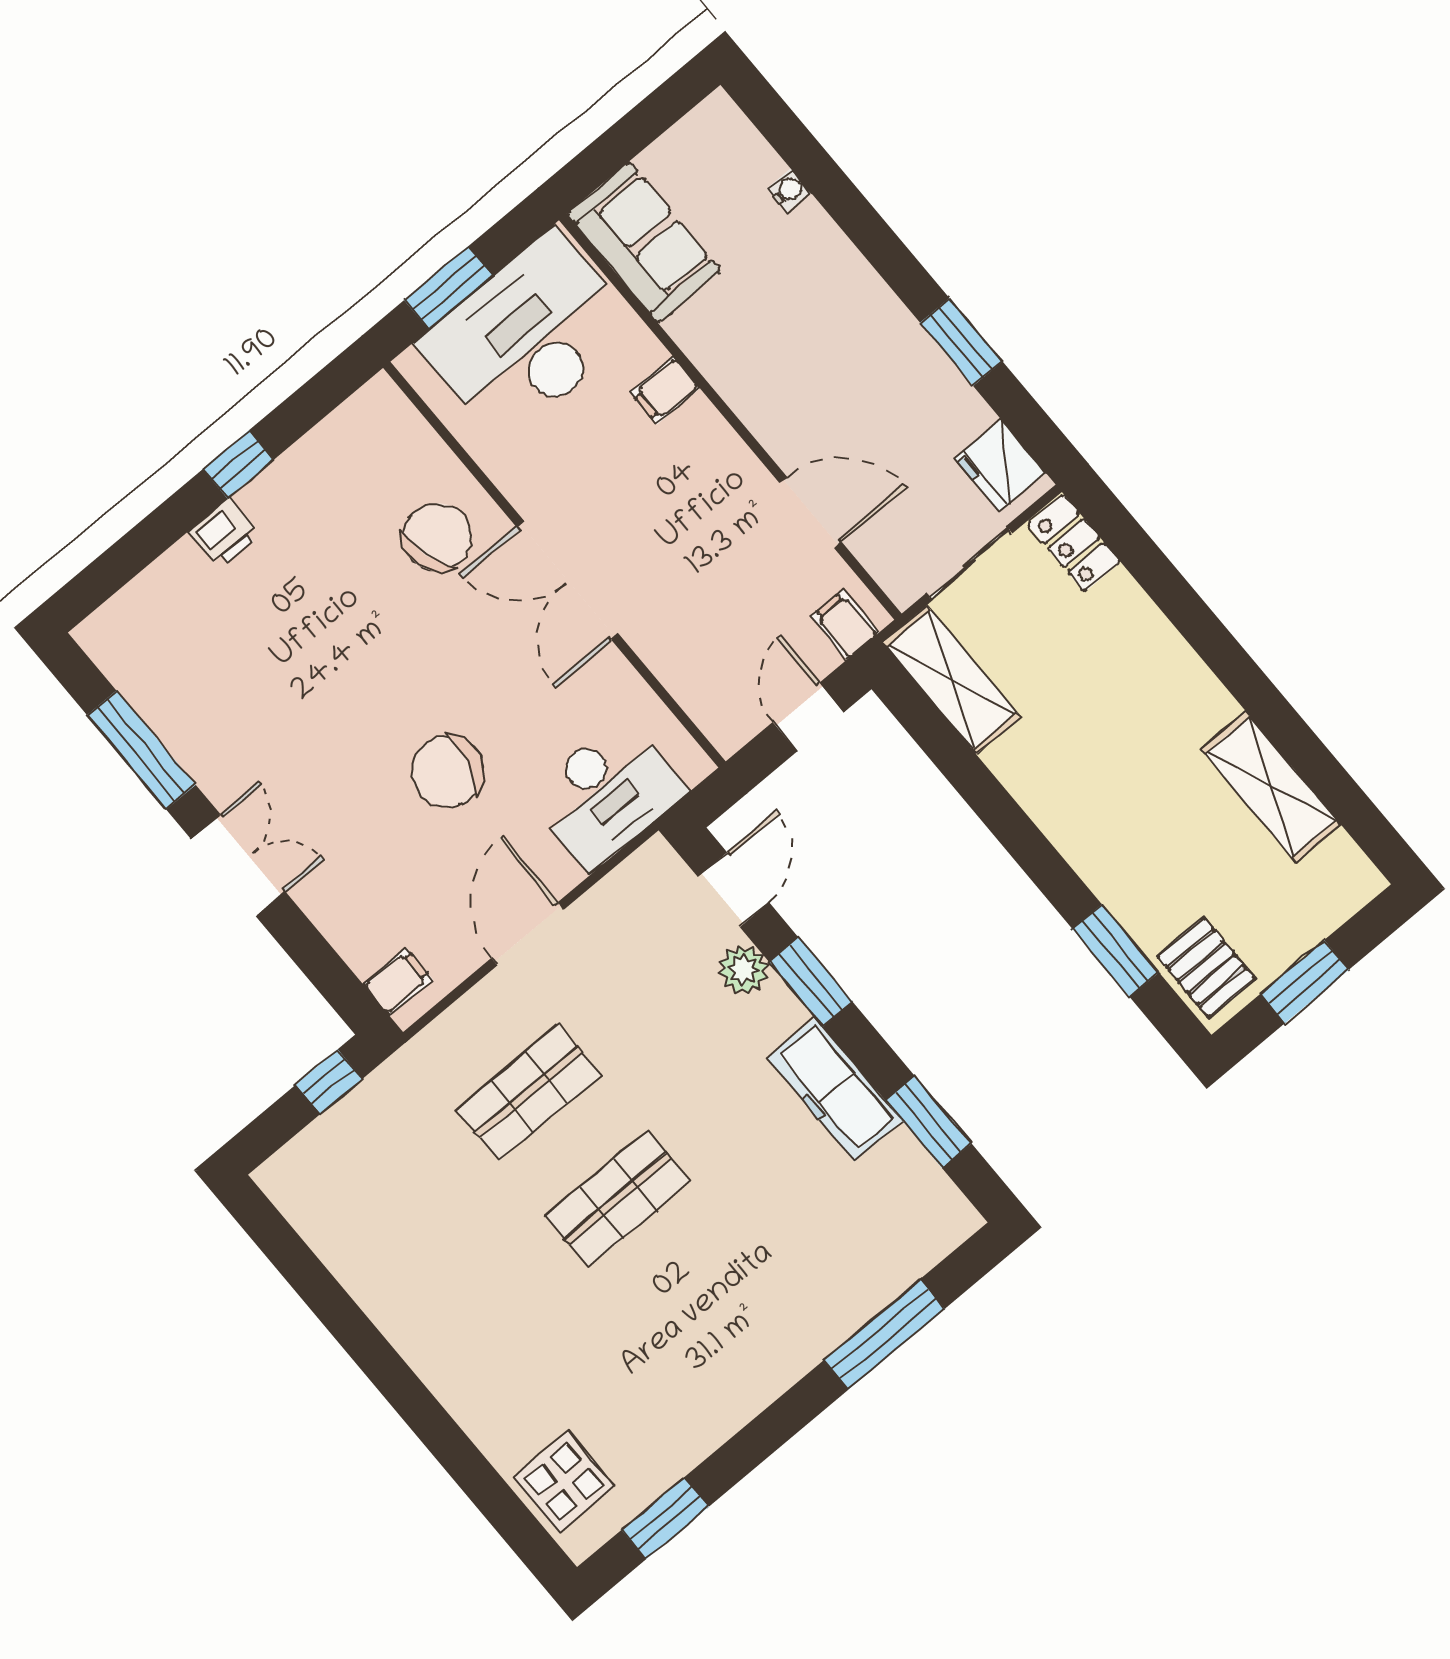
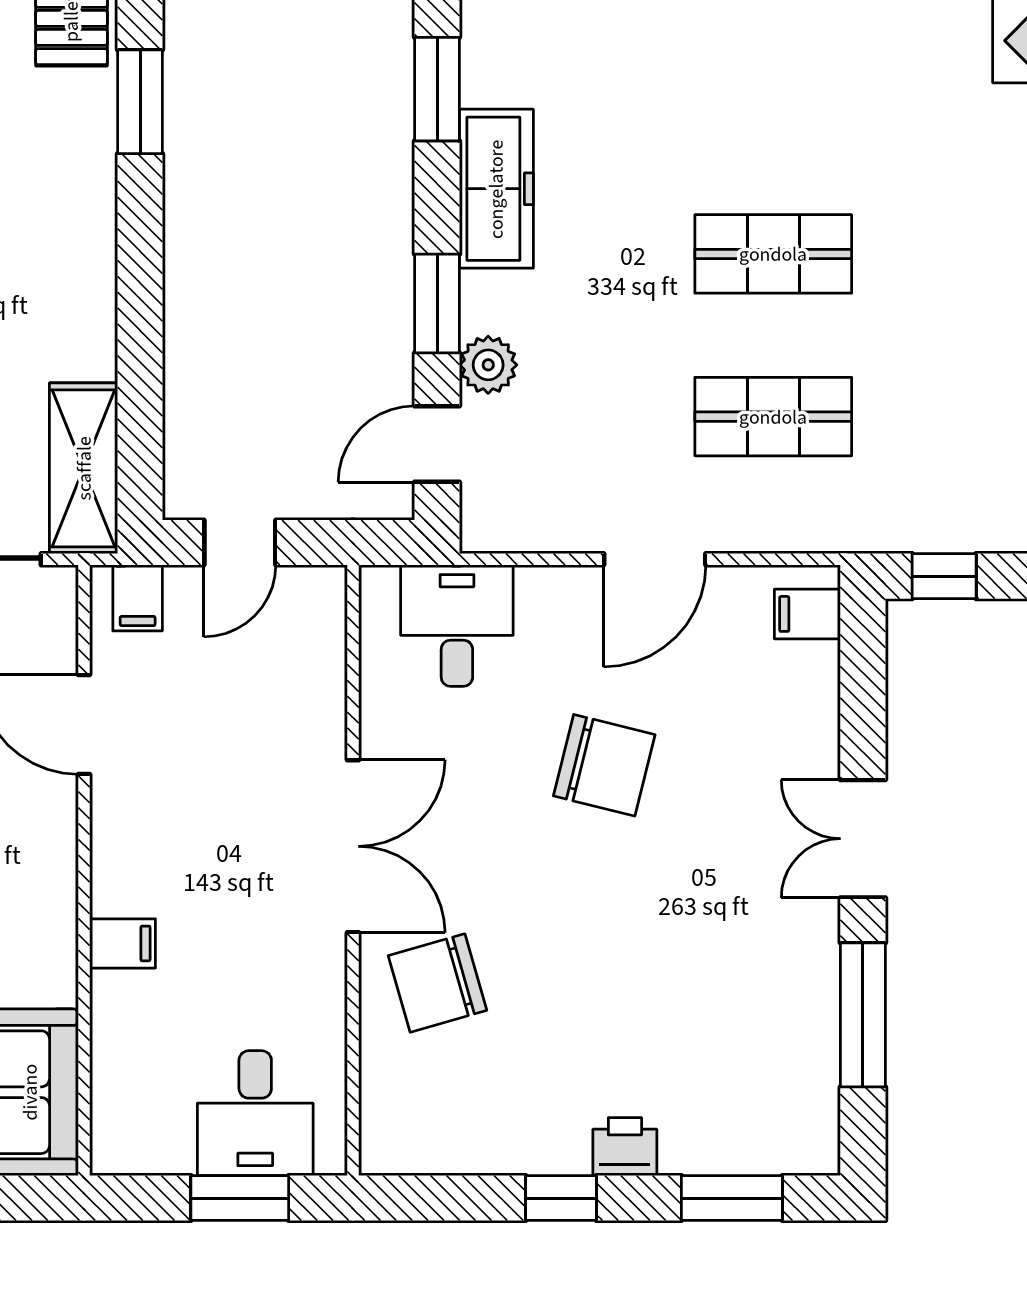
desk: (528, 336) -> (255, 1113), width x0.53, depth x0.77
window: (126, 558) -> (732, 1198), added
desk: (607, 793) -> (457, 626), width x0.73

